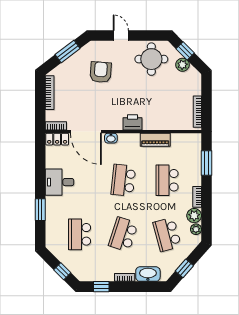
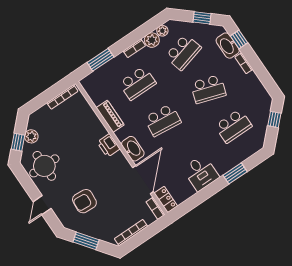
washbasin: (111, 138) -> (133, 149), width x1.91, depth x1.45
window: (101, 287) -> (239, 39), moved

